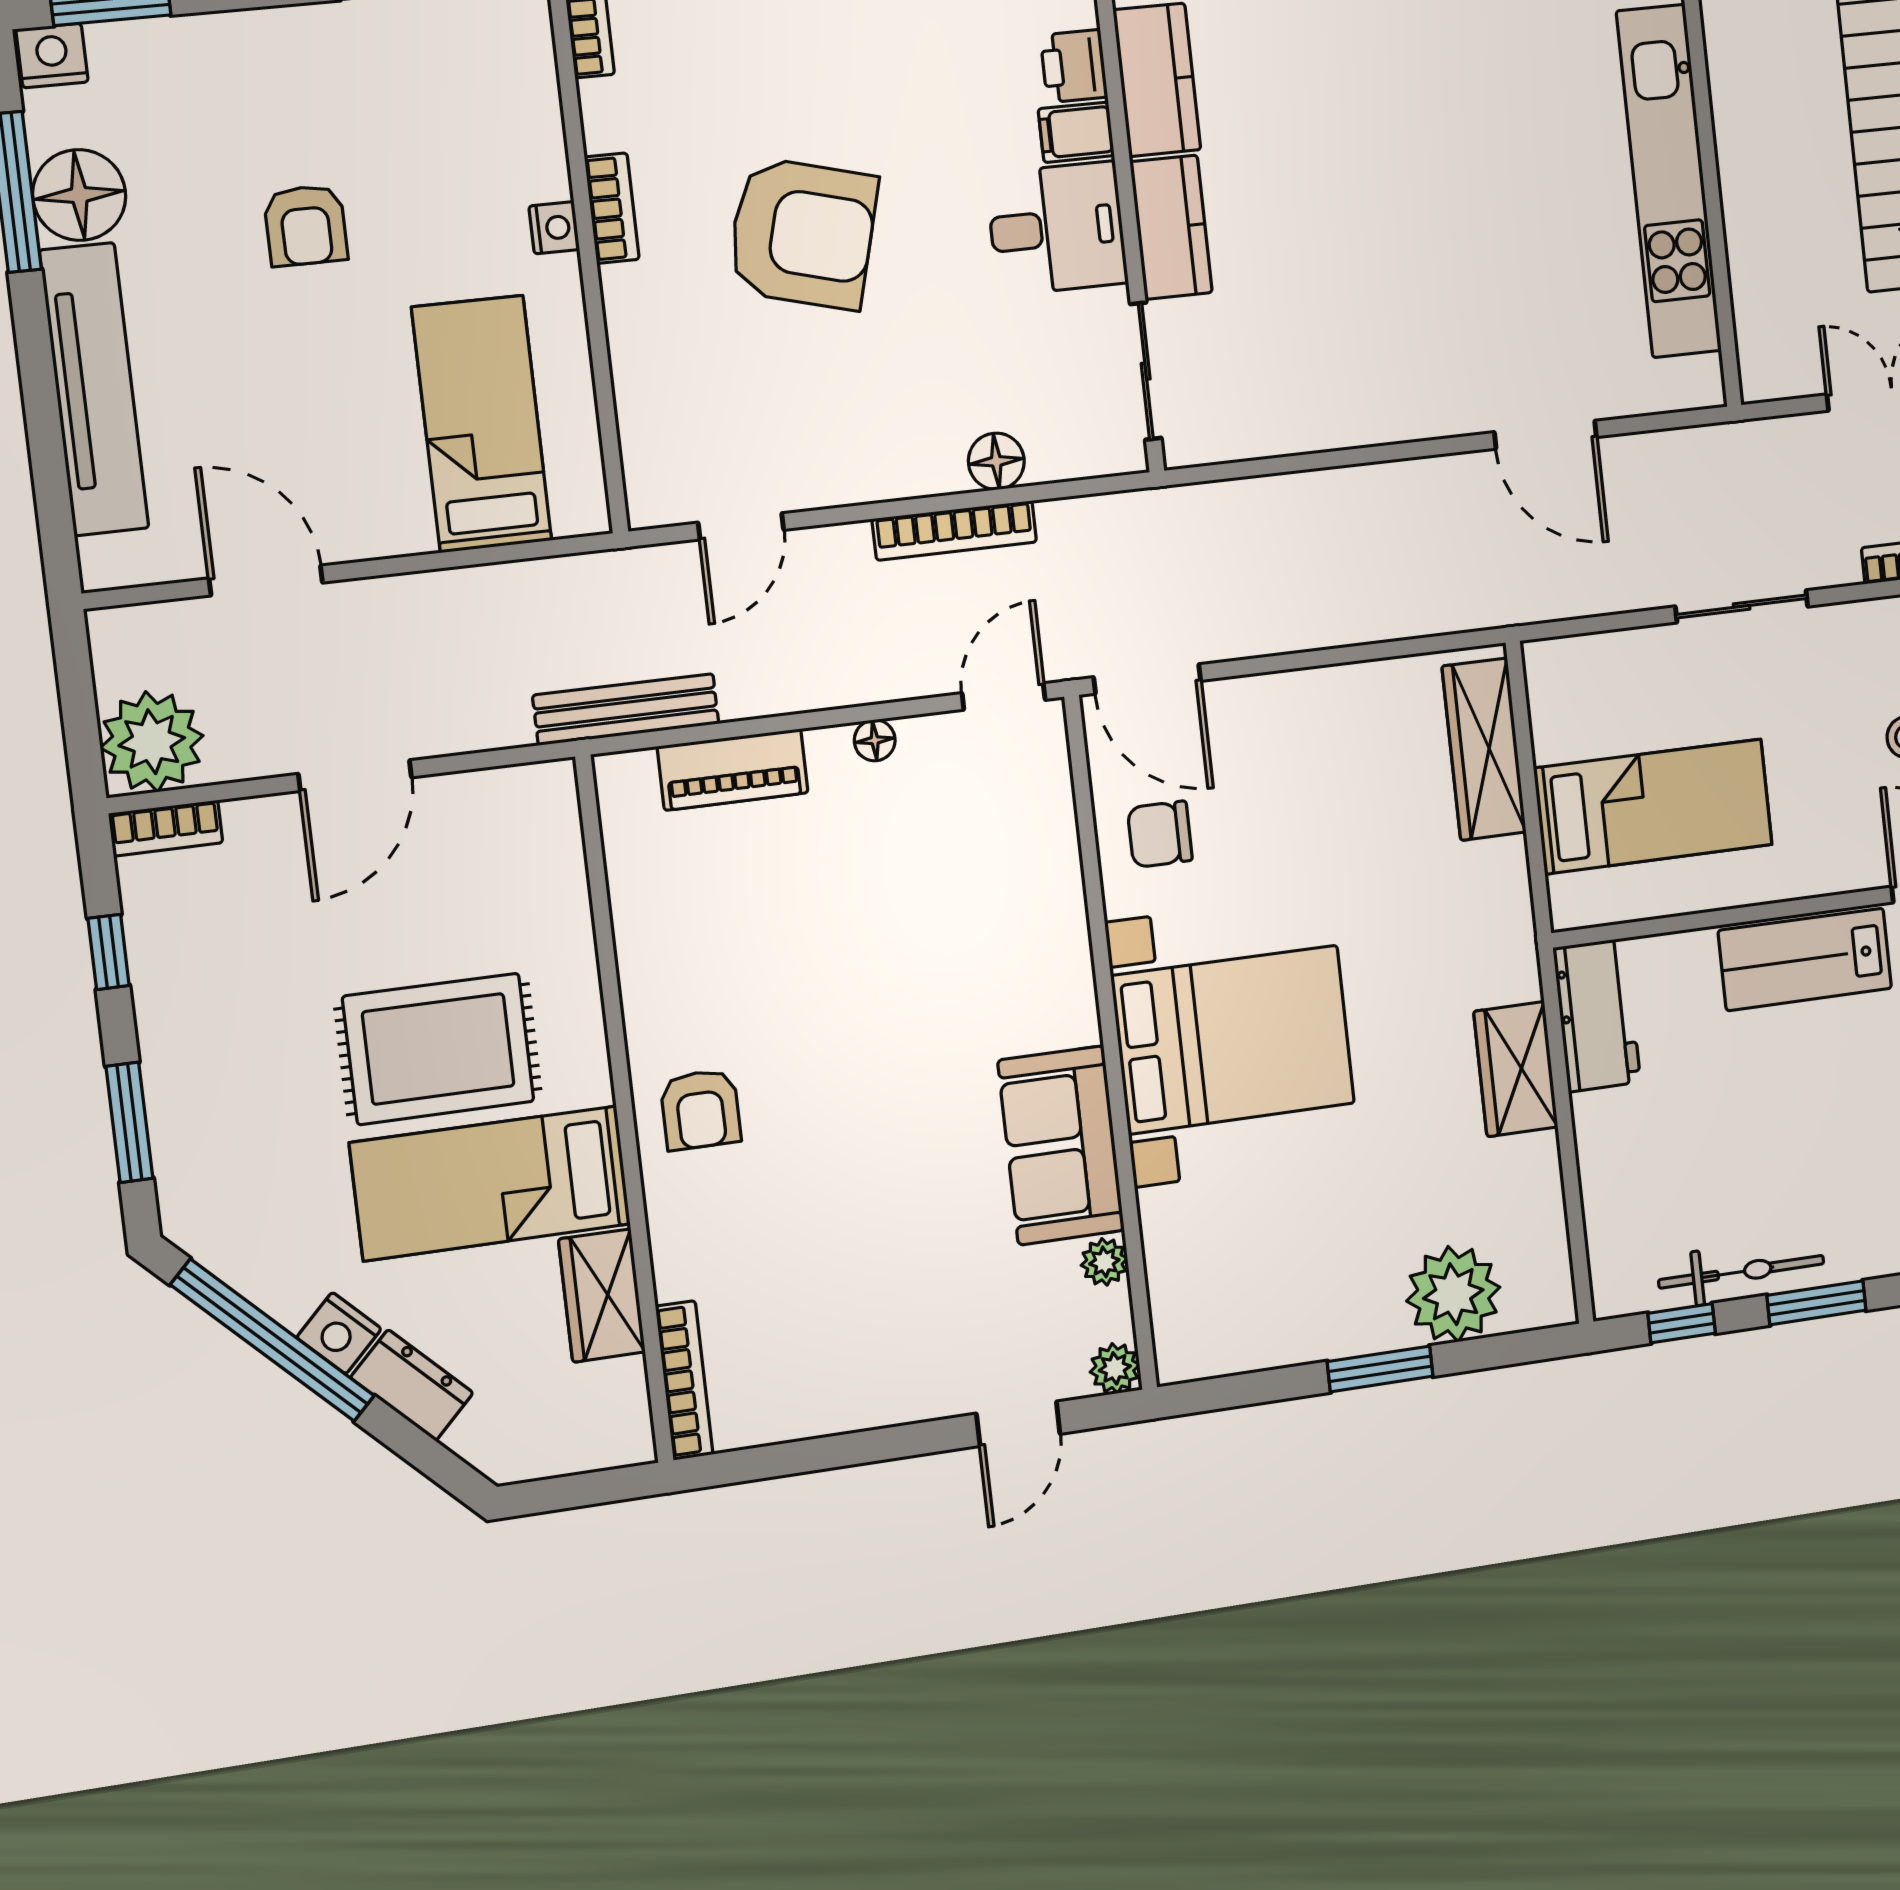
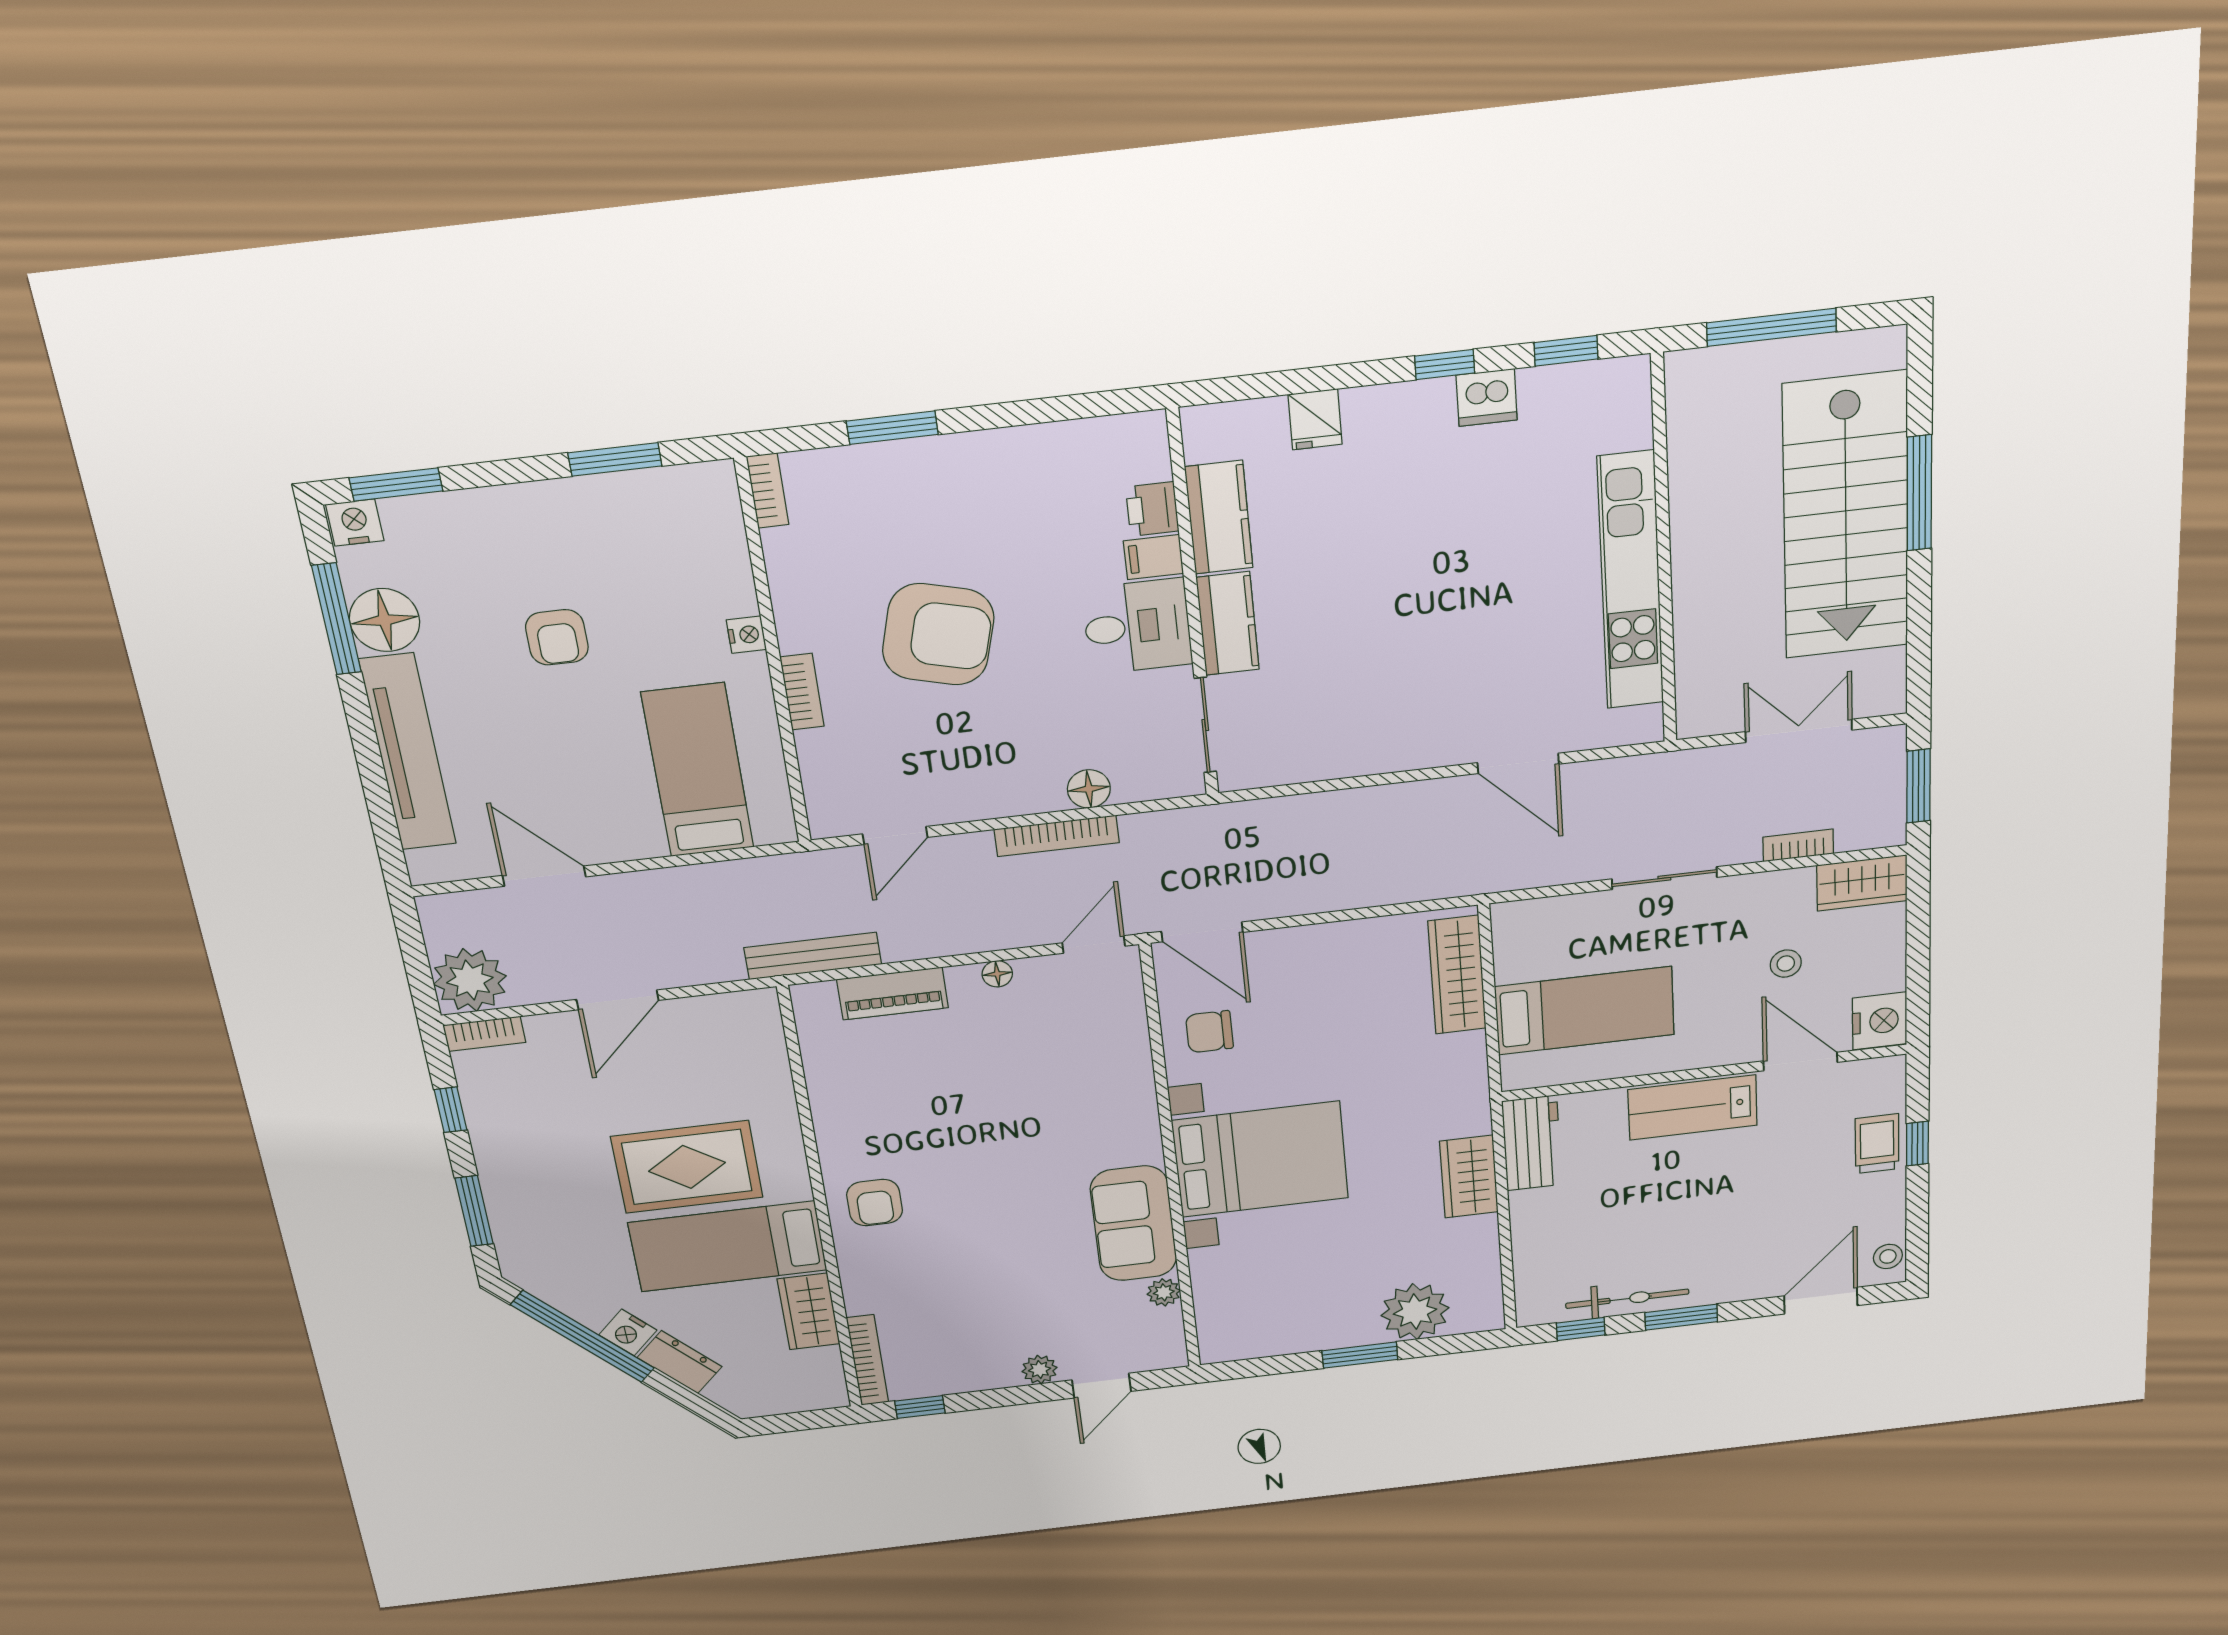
bookcase: (612, 208) -> (802, 692), moved
plant: (1115, 1368) -> (1039, 1370), moved
window: (758, 1463) -> (920, 1407), added

